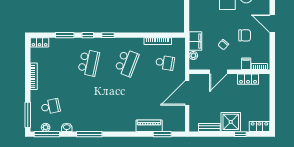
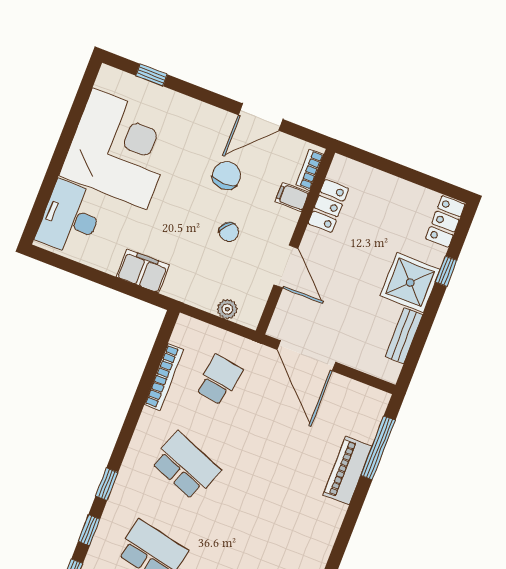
door: (272, 24) -> (261, 117), moved
filing cabinet: (195, 41) -> (143, 271), moved
window: (162, 134) -> (378, 448), width x1.44

